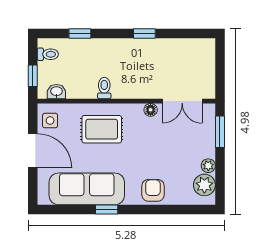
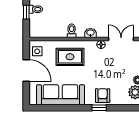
window: (33, 76) -> (26, 12), moved
washbasin: (56, 92) -> (90, 33), moved
double door: (182, 101) -> (121, 39), swing flipped
window: (107, 209) -> (99, 108), moved

